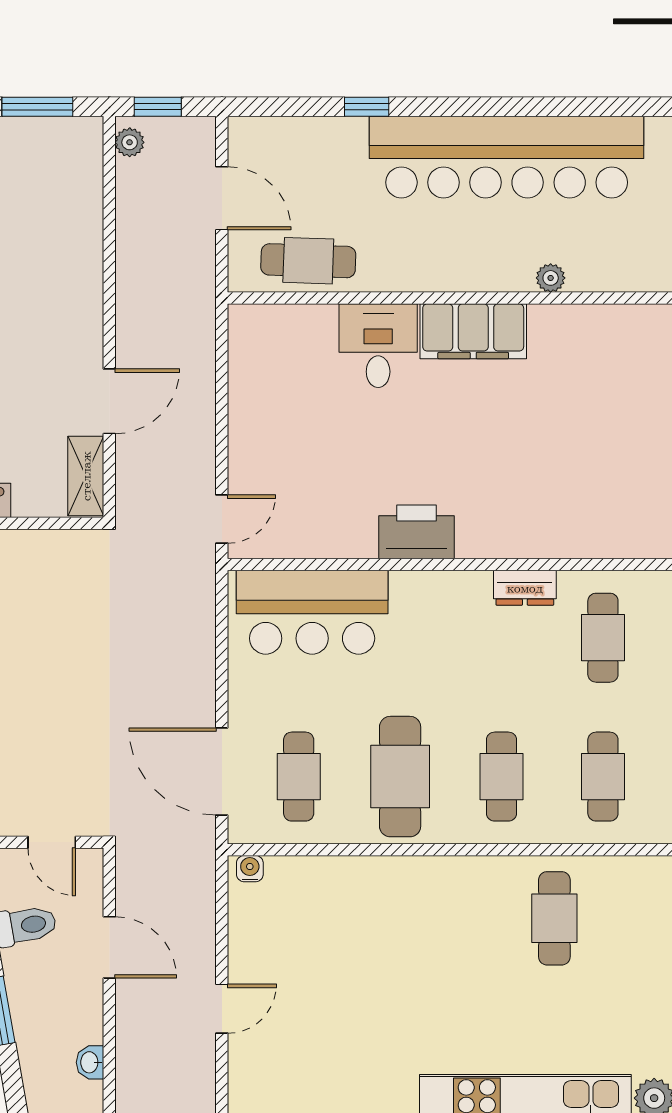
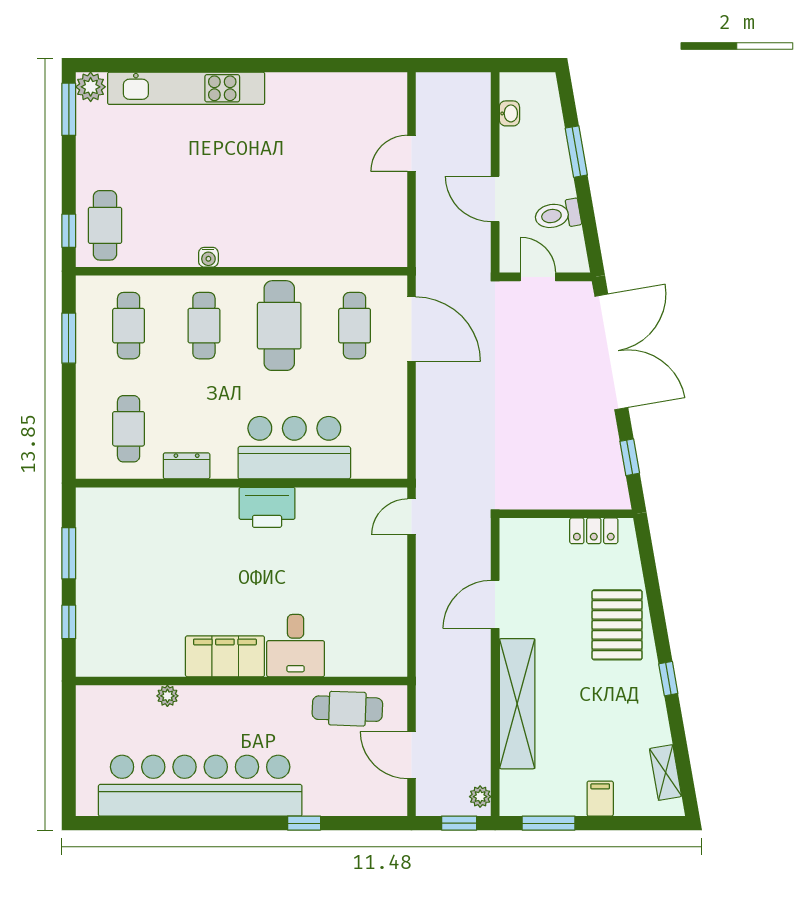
shelving: (86, 476) -> (517, 704), moved, width x2.20, depth x1.33
bar counter: (312, 612) -> (294, 448), moved
water cooler: (250, 869) -> (208, 257), moved
cafe table: (554, 918) -> (105, 225), moved

